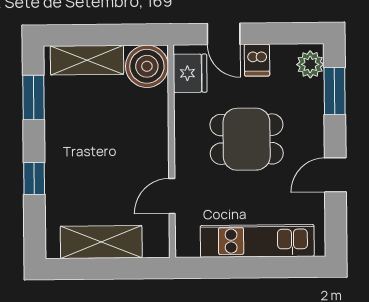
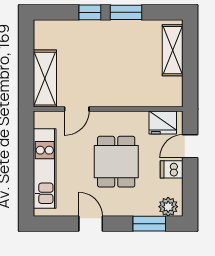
boiler: (147, 66) -> (168, 92), removed
window: (33, 98) -> (126, 12), moved
door: (172, 196) -> (77, 109), swing flipped
shelving: (101, 242) -> (45, 79), moved

